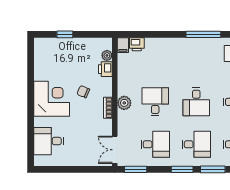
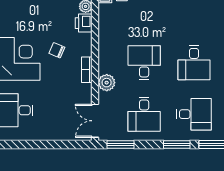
plant: (124, 103) -> (107, 83), moved
desk: (155, 144) -> (144, 114), turned 90

